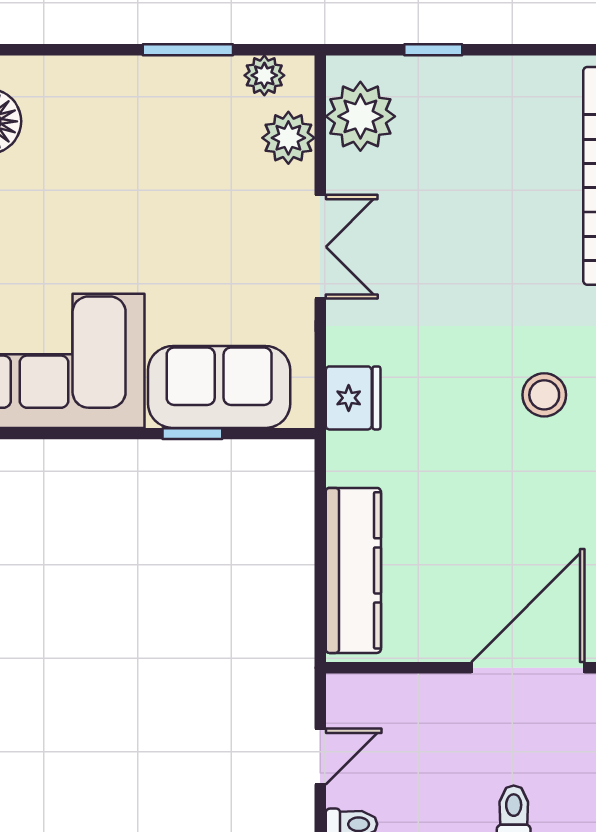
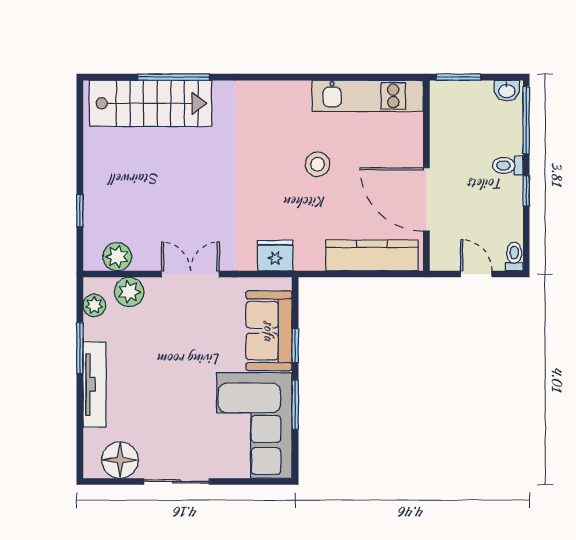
tv unit: (123, 76) -> (95, 385), added
plant: (360, 116) -> (117, 257), width x0.73, depth x0.73
stool: (544, 395) -> (318, 164), moved
window: (87, 434) -> (295, 405), added
door: (528, 668) -> (426, 199), moved

